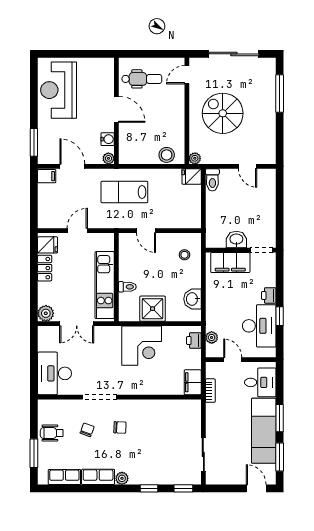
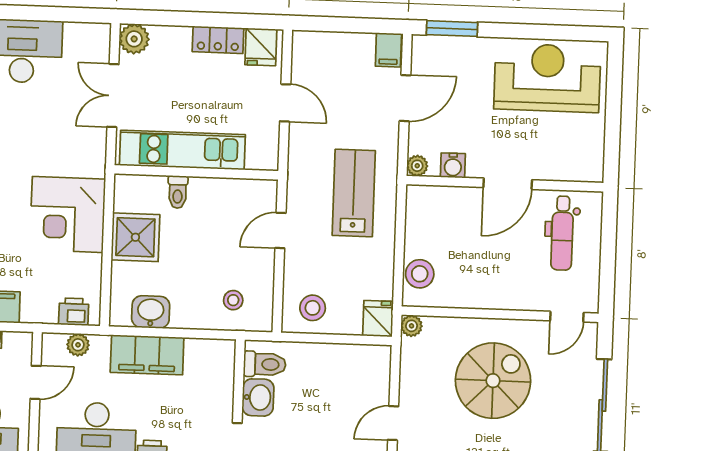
door: (187, 75) -> (567, 317), swing flipped
toilet: (212, 180) -> (265, 364), moved, turned 180
stool: (187, 212) -> (313, 308), added
filing cabinet: (230, 263) -> (147, 355), moved, turned -90

